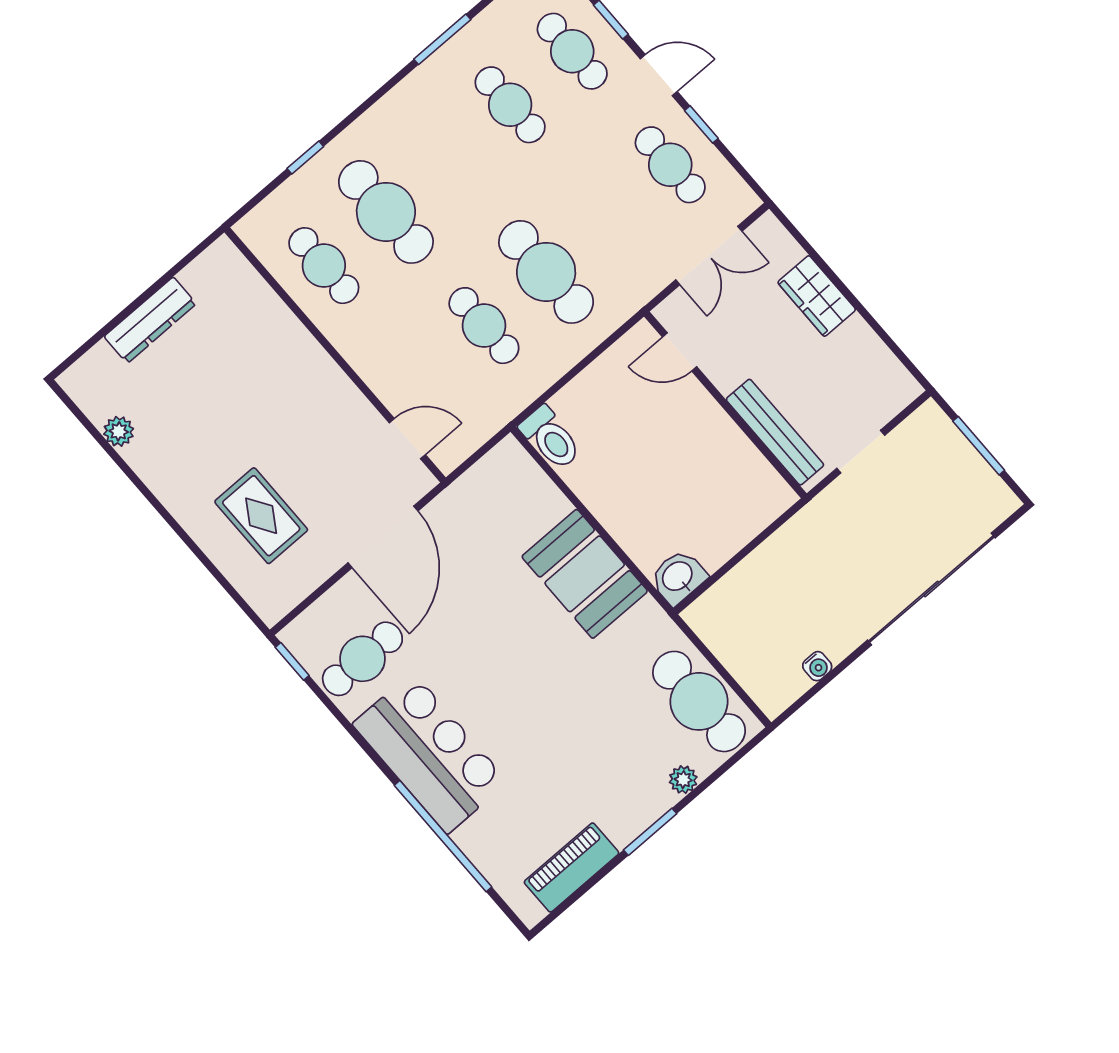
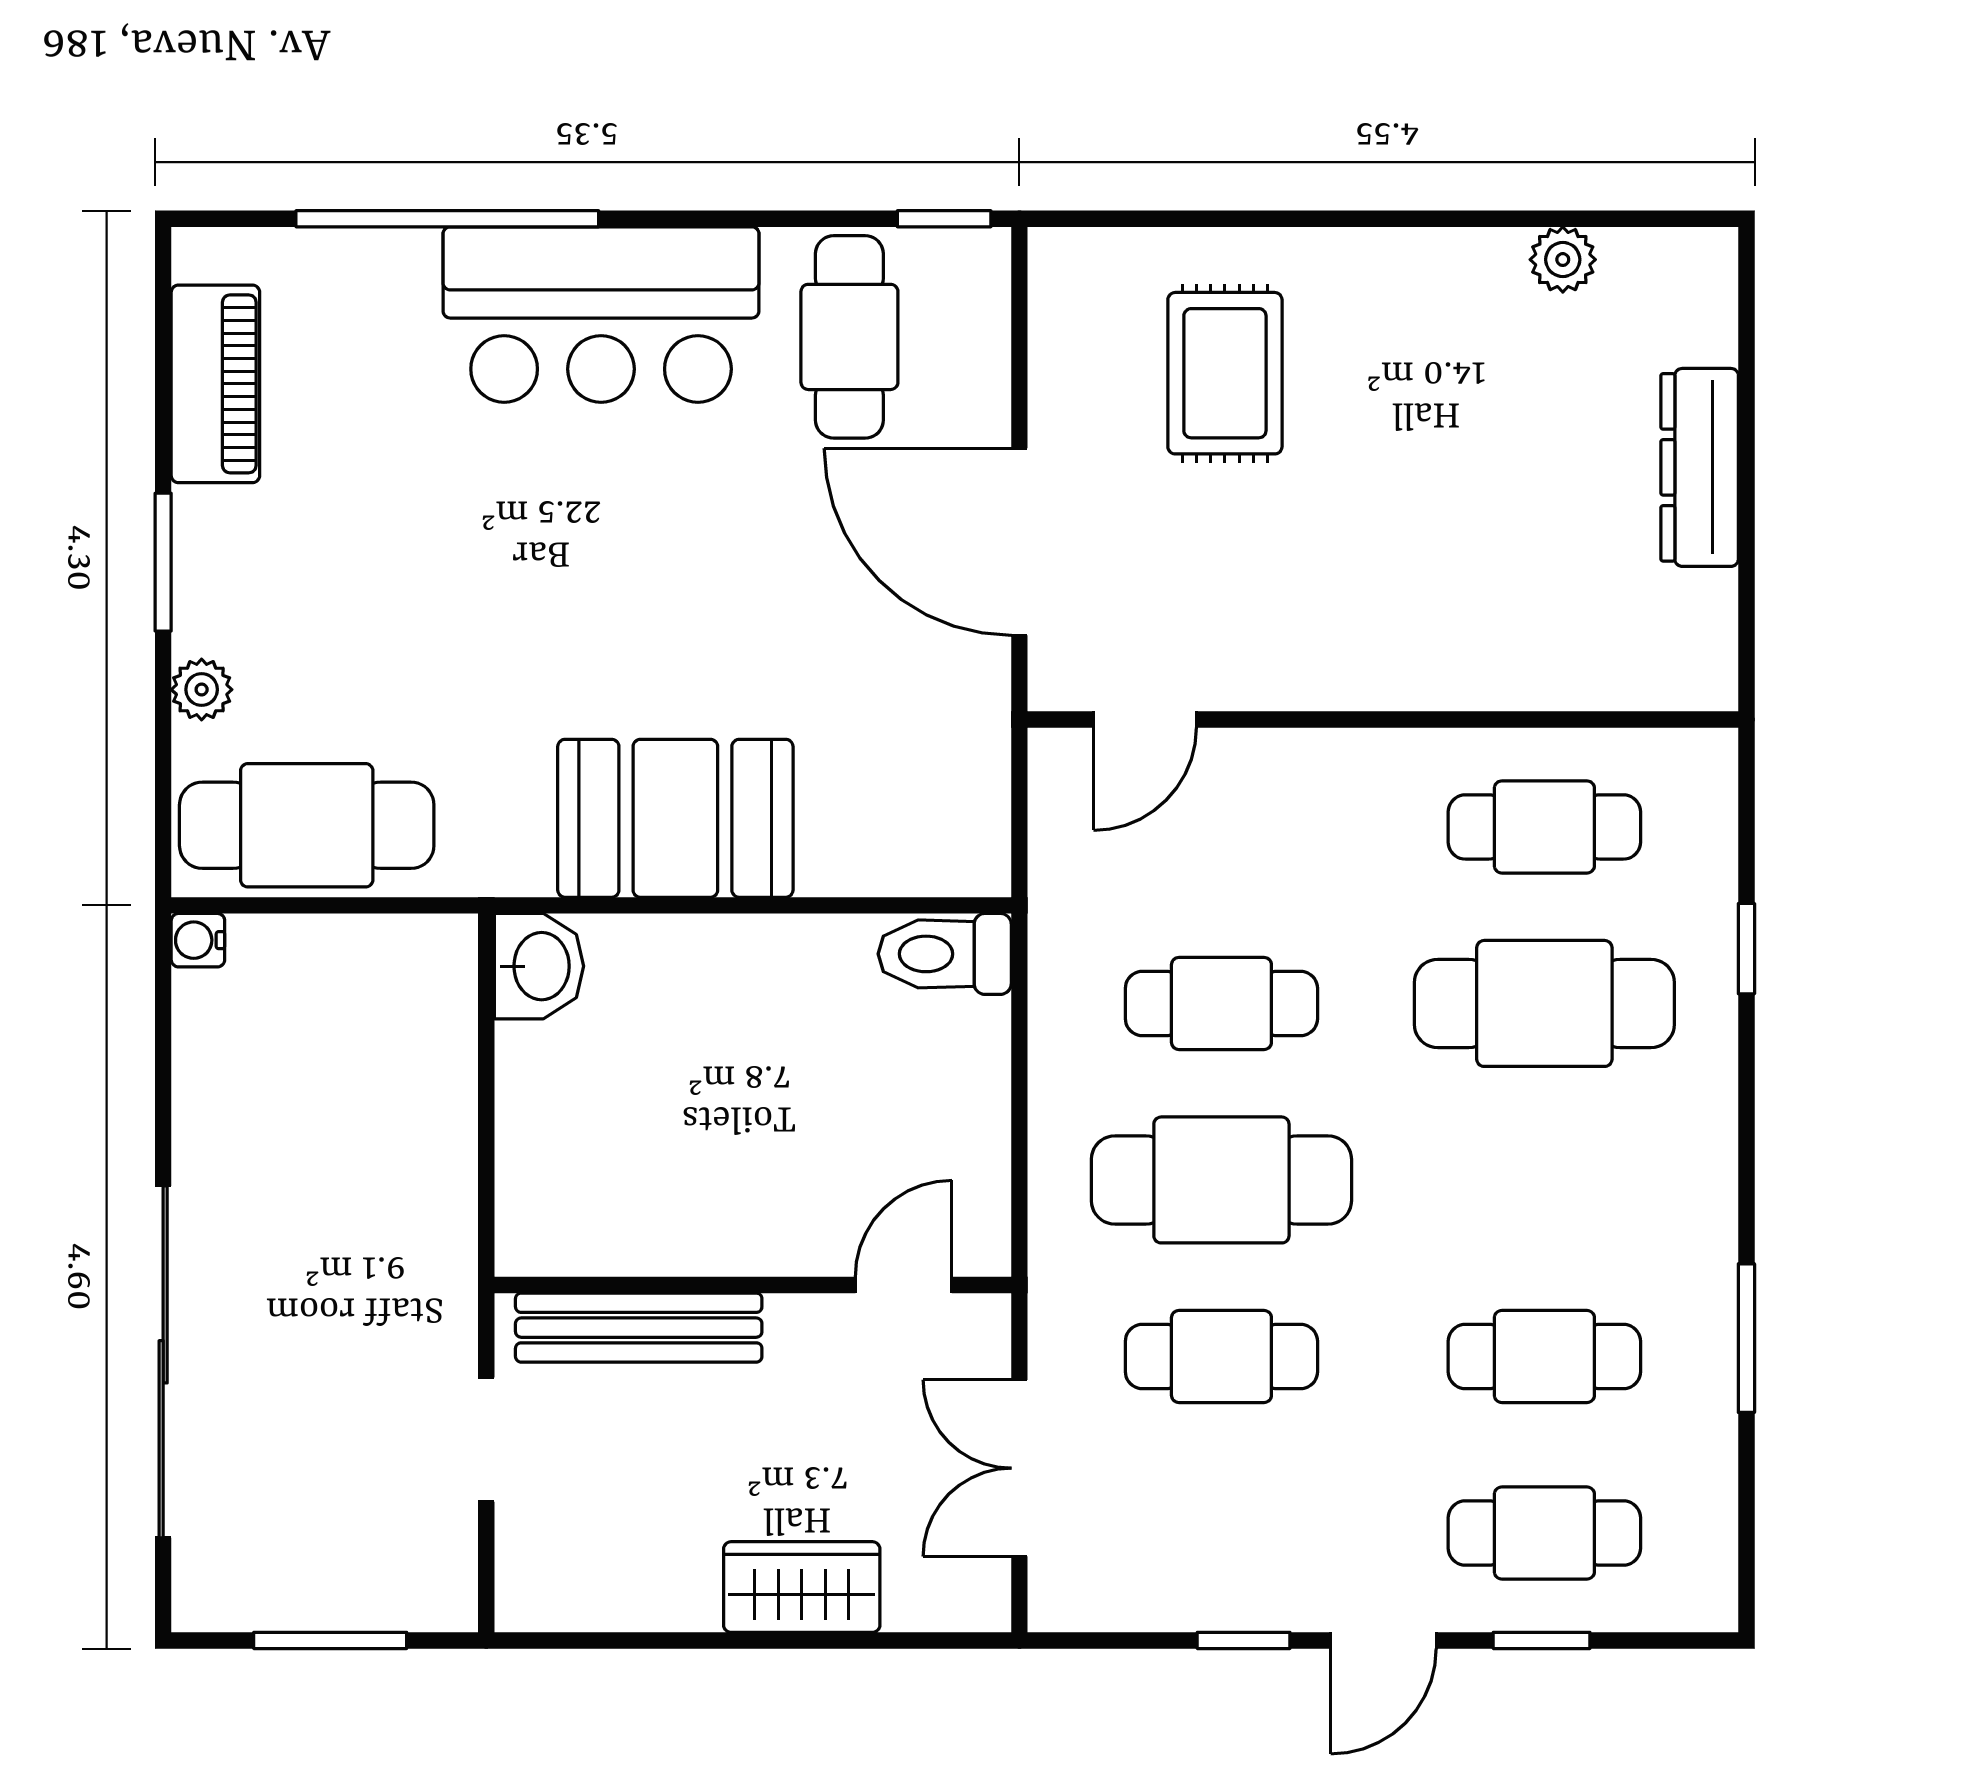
cafe table: (670, 165) -> (1221, 1356), moved
rug: (261, 516) -> (1225, 373), turned 90
water cooler: (817, 666) -> (198, 940), moved

